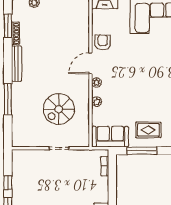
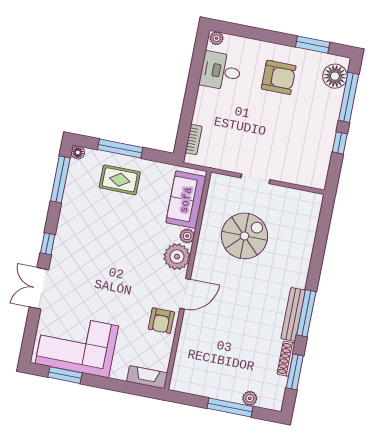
plant: (96, 83) -> (177, 257), width x1.88, depth x1.88
window: (8, 99) -> (306, 313), moved
sofa: (110, 137) -> (186, 200), moved, turned 90
window: (142, 151) -> (120, 149), moved

